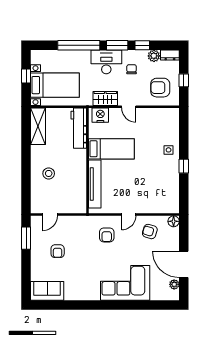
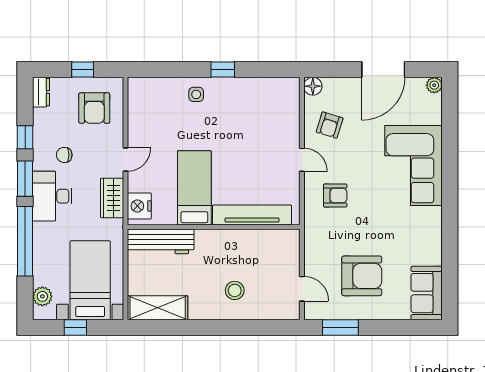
plant: (154, 56) -> (42, 296), moved
armchair: (58, 251) -> (362, 276), width x1.88, depth x1.88
plant: (174, 284) -> (434, 85), moved

